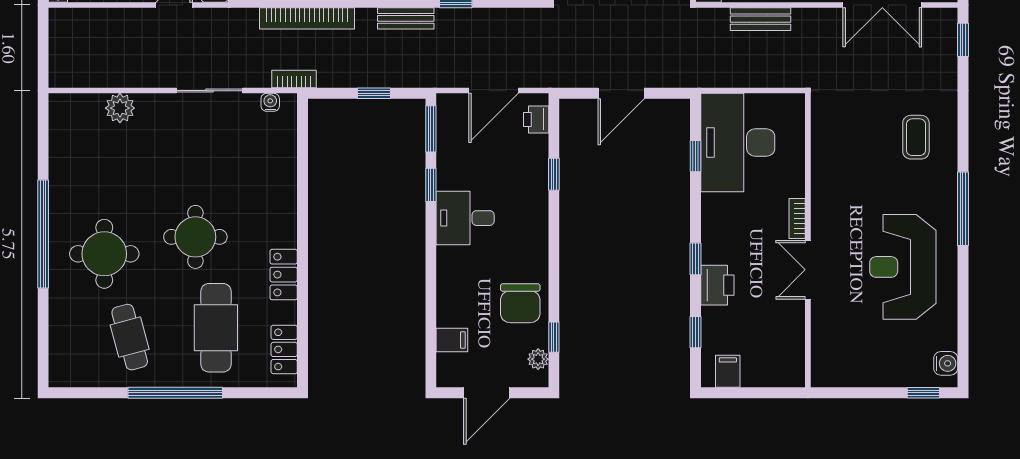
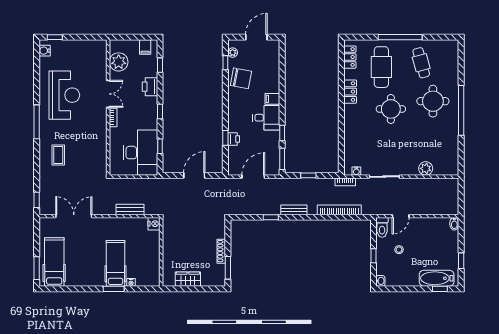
printer: (536, 119) -> (234, 139), moved
window: (696, 259) -> (160, 111), moved
chair: (520, 303) -> (241, 78), turned 101
plant: (785, 339) -> (119, 62), added
filing cabinet: (452, 340) -> (272, 99), moved

